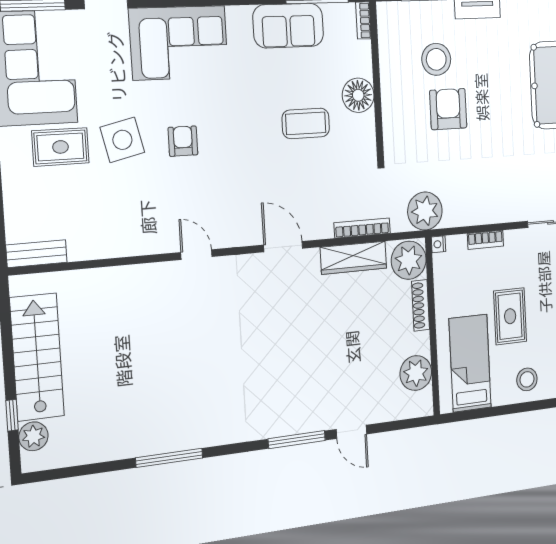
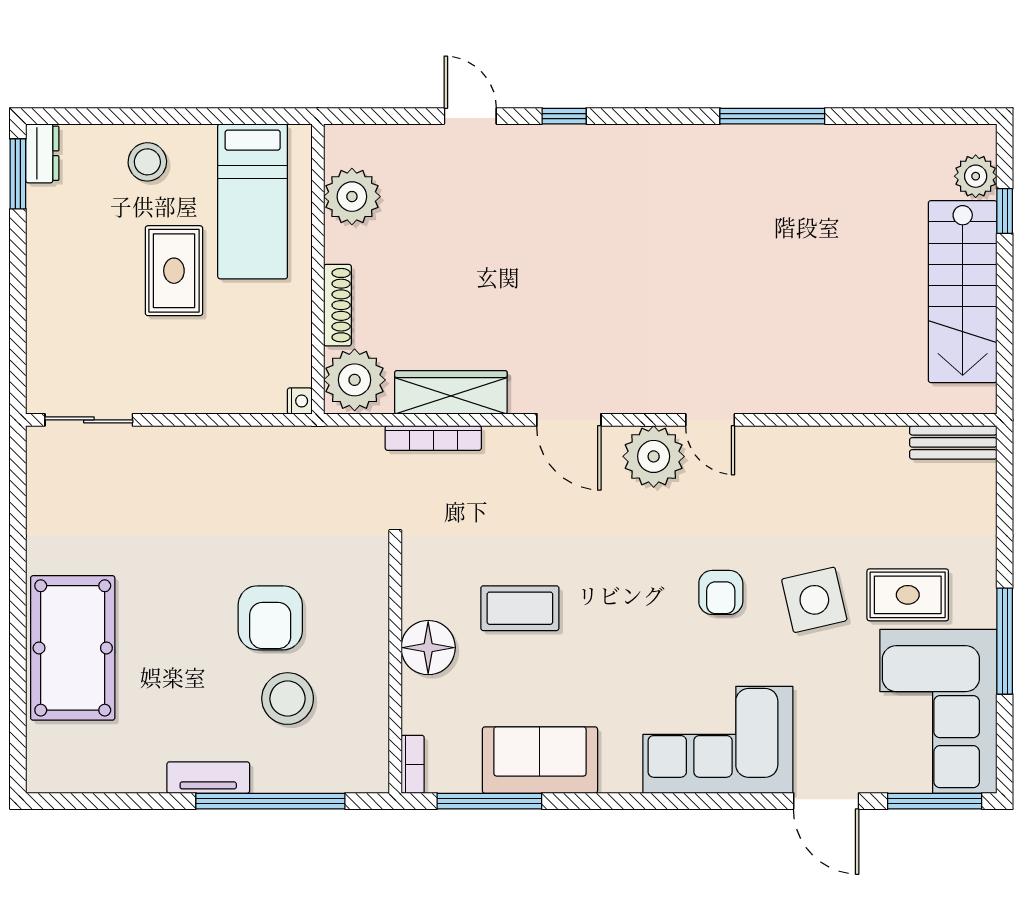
plant: (425, 211) -> (654, 456), moved
bookcase: (485, 240) -> (213, 401), removed
window: (297, 440) -> (564, 116), width x0.46

